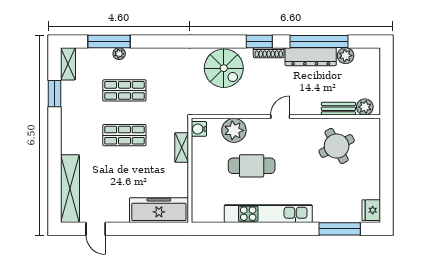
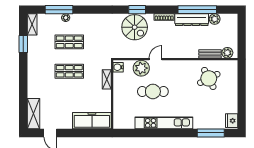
window: (259, 41) -> (137, 10), moved
door: (280, 117) -> (156, 59), moved
shelving: (70, 189) -> (33, 114), width x0.68

